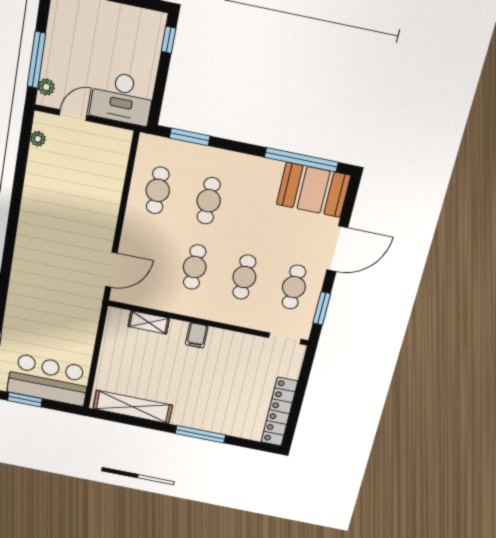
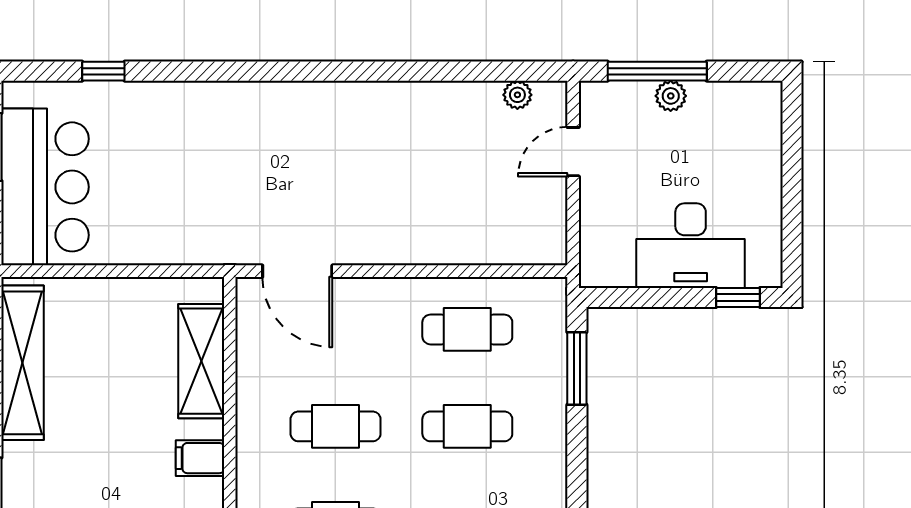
plant: (46, 87) -> (671, 96), moved
desk: (122, 98) -> (691, 246), moved, turned -90
door: (73, 115) -> (573, 152), swing flipped
shelving: (149, 322) -> (201, 361), width x1.50, depth x1.33

